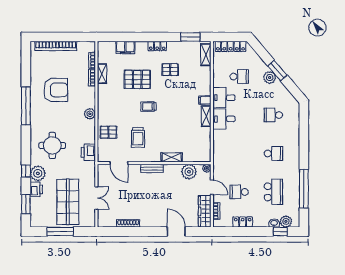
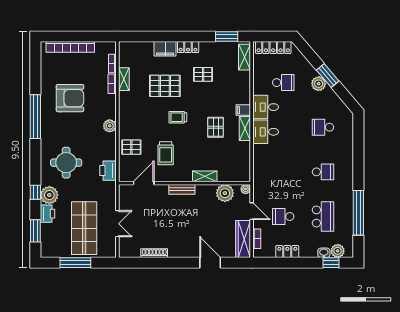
filing cabinet: (125, 47) -> (165, 49), moved
pallet: (181, 115) -> (216, 127), added
door: (119, 163) -> (144, 183), swing flipped

